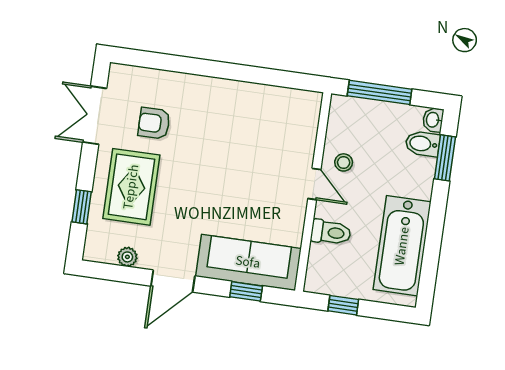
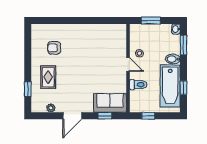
window: (380, 92) -> (151, 20), width x0.69
double door: (95, 115) -> (28, 48), removed
bidet: (423, 144) -> (173, 59), moved
rug: (131, 187) -> (48, 77), width x0.73, depth x0.70
window: (431, 253) -> (183, 88), added
sofa: (248, 262) -> (110, 103), width x0.73

